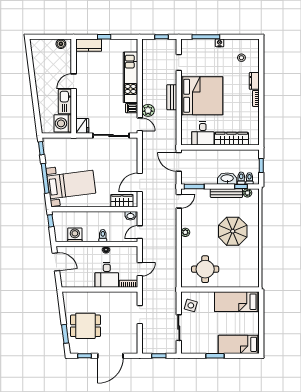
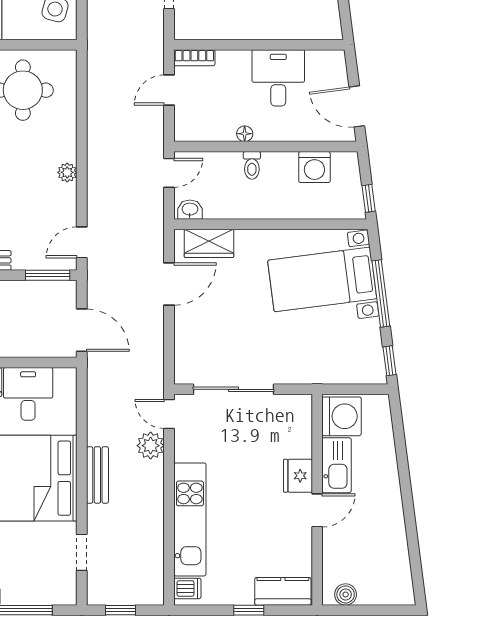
dishwasher: (132, 108) -> (187, 588), moved
fridge: (82, 126) -> (298, 476), moved
desk: (107, 275) -> (278, 78), moved

